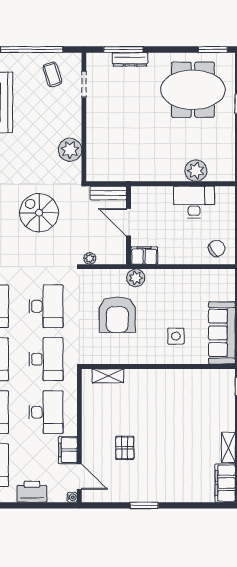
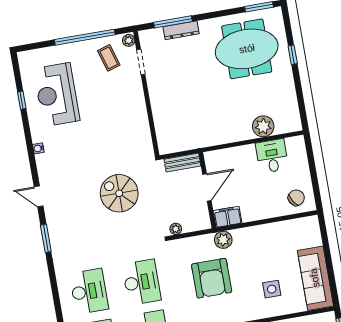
plant: (70, 150) -> (129, 40), moved, width x0.53, depth x0.53
desk: (194, 202) -> (272, 156), width x0.73
door: (128, 222) -> (207, 187), swing flipped

